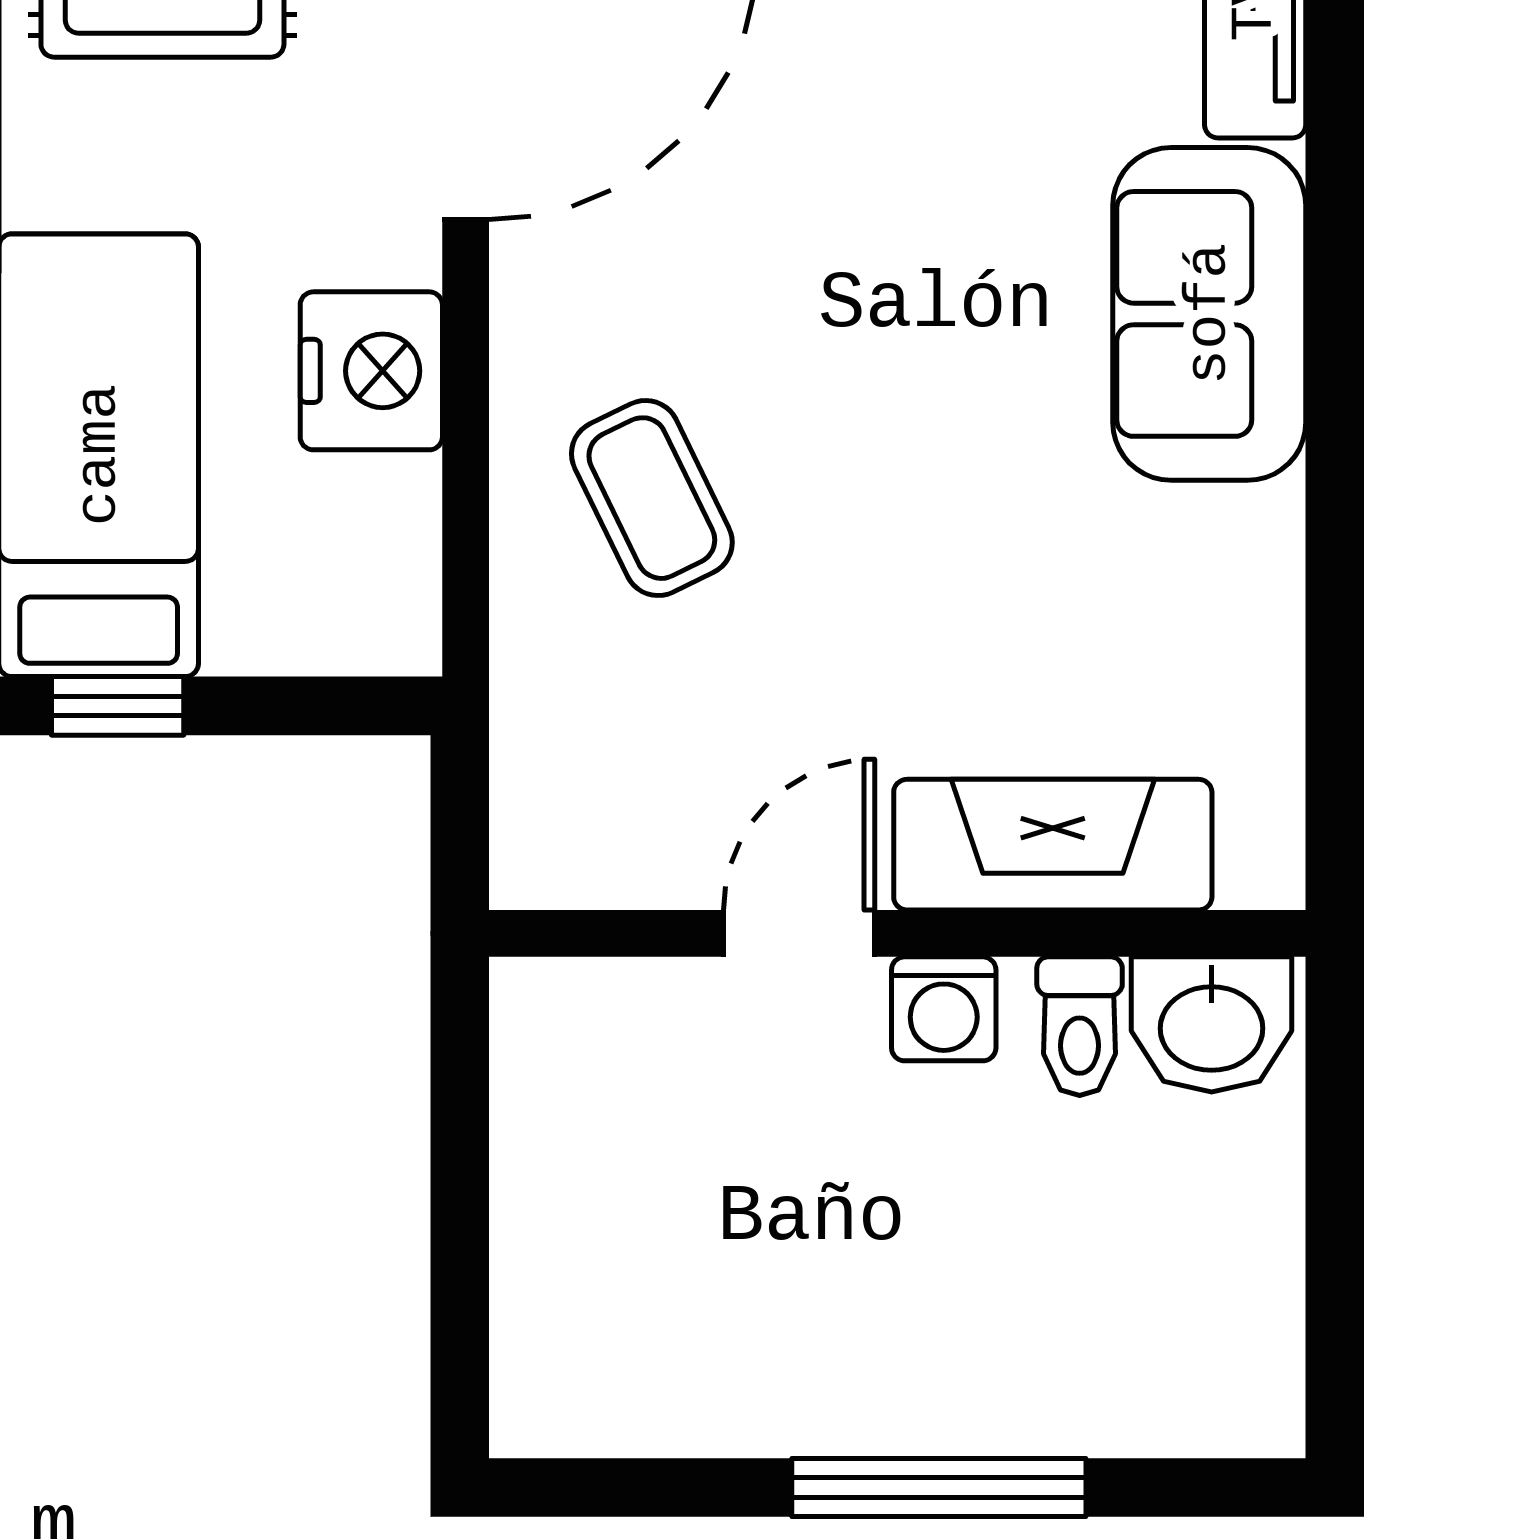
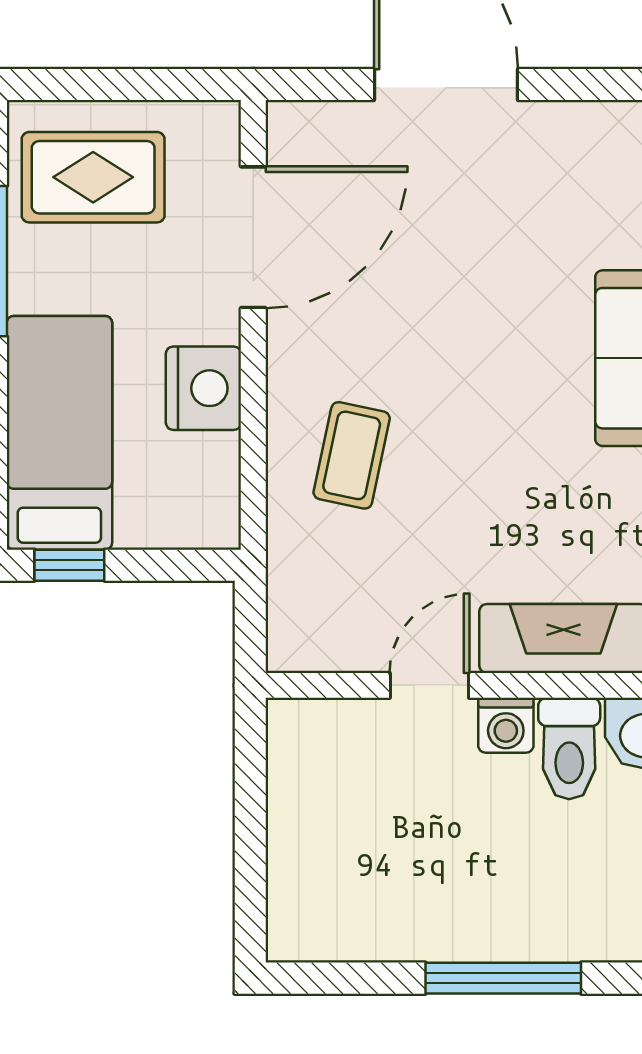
coffee table: (652, 498) -> (352, 455), turned 38
toilet: (1080, 1026) -> (569, 749), width x1.37, depth x1.39

